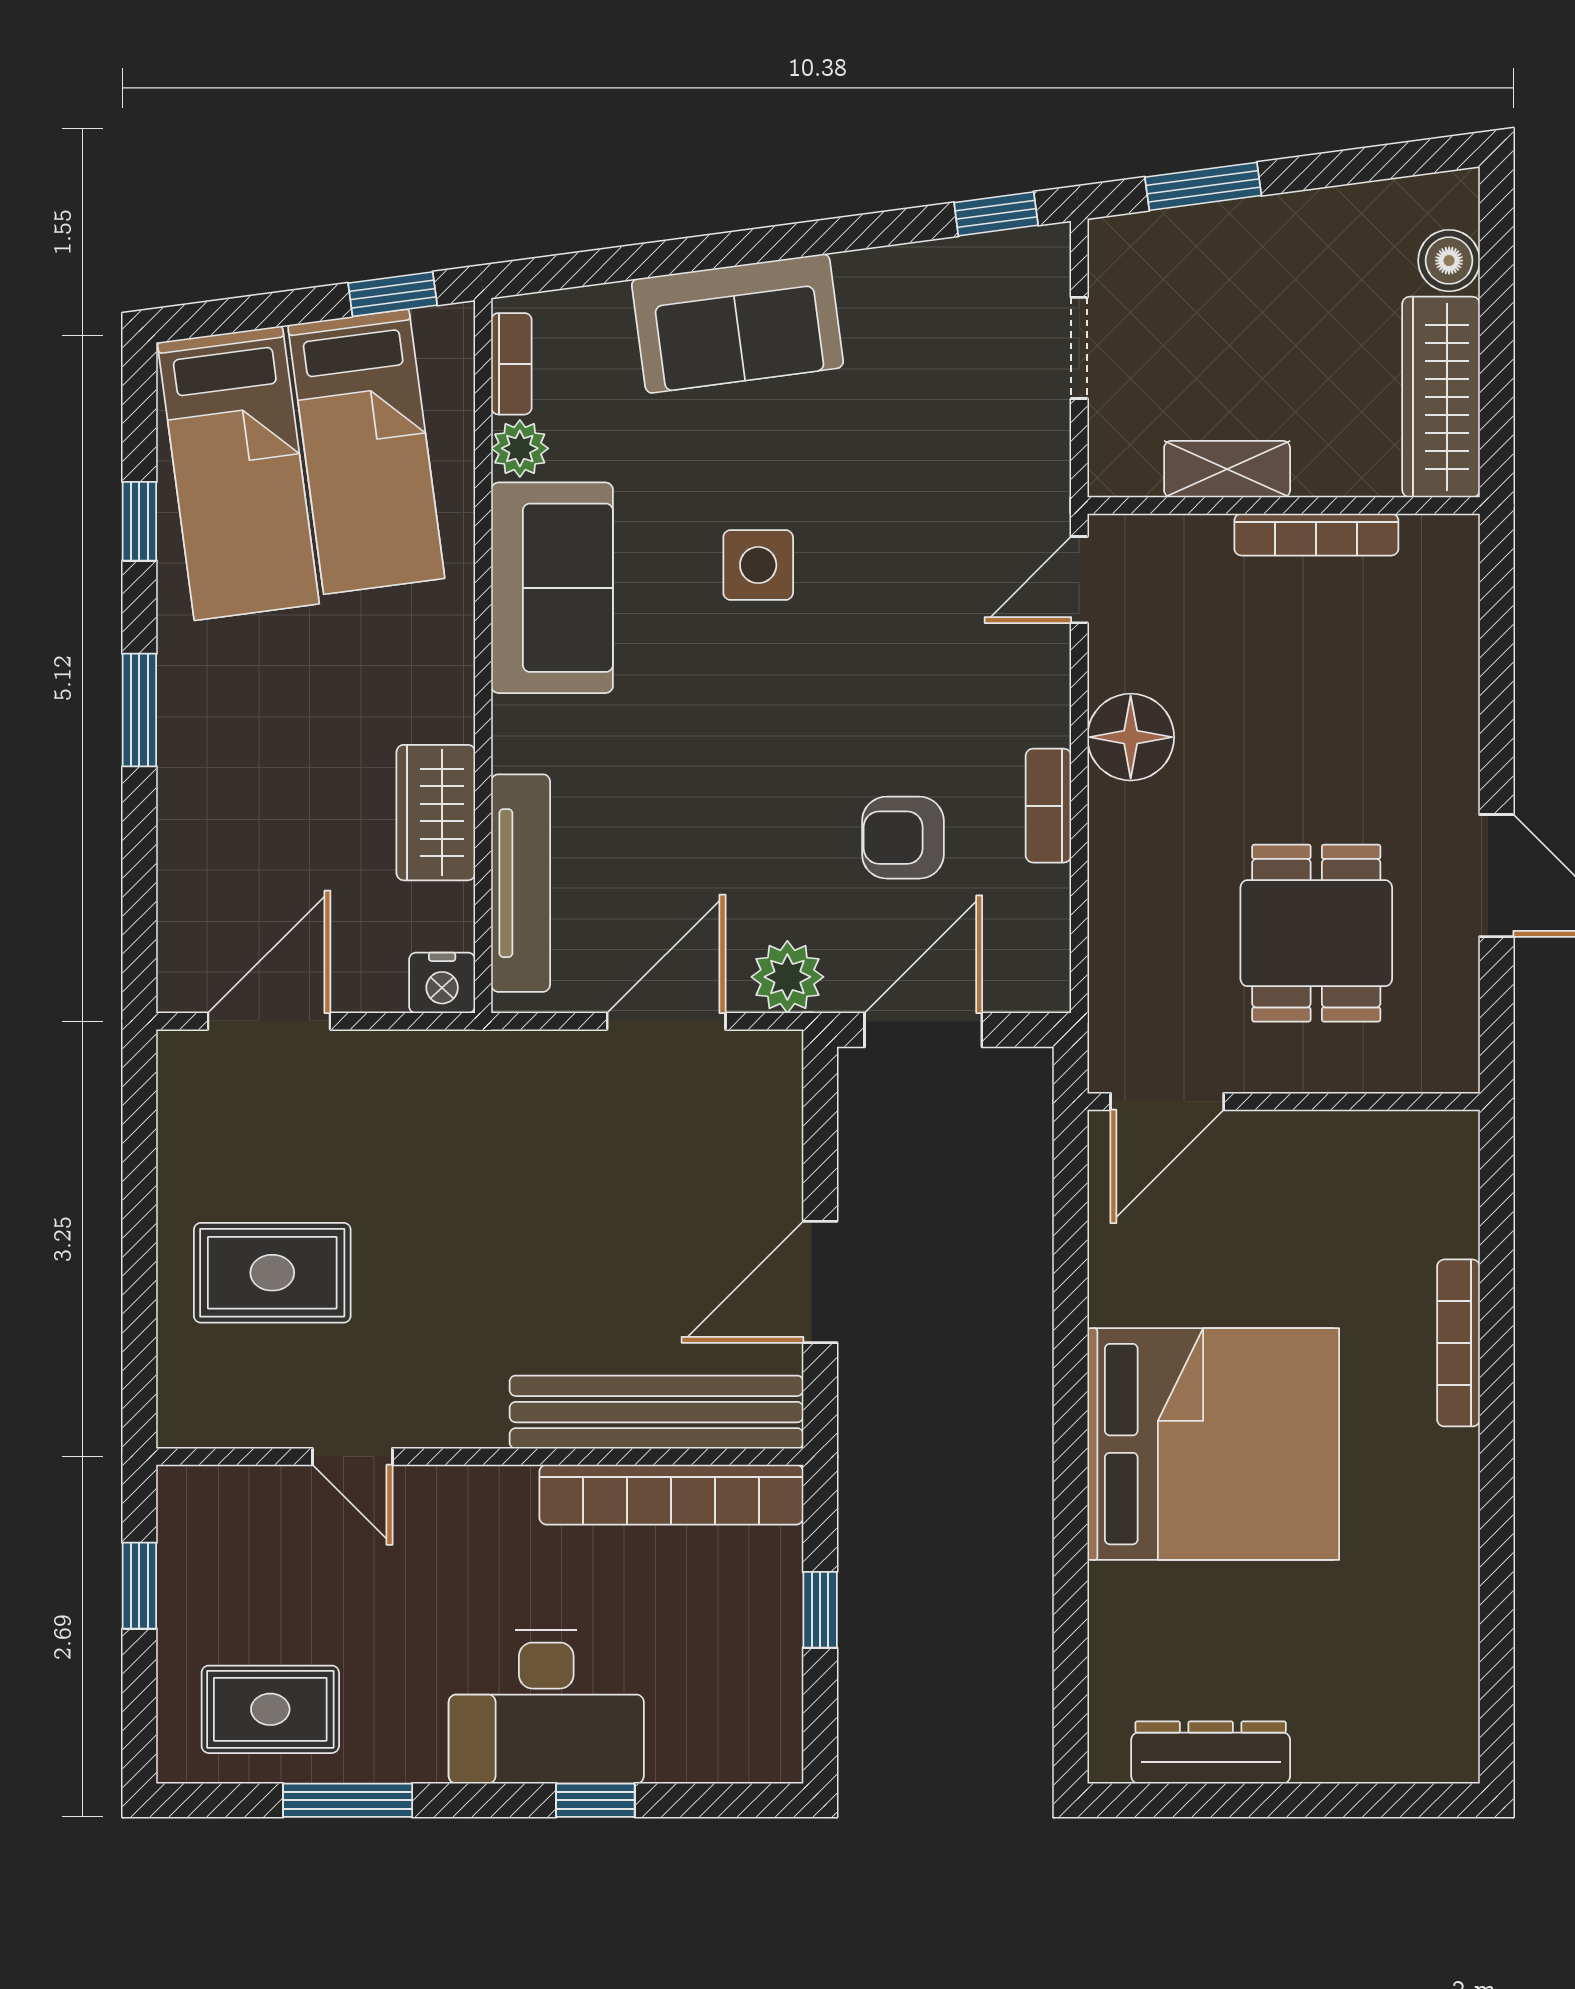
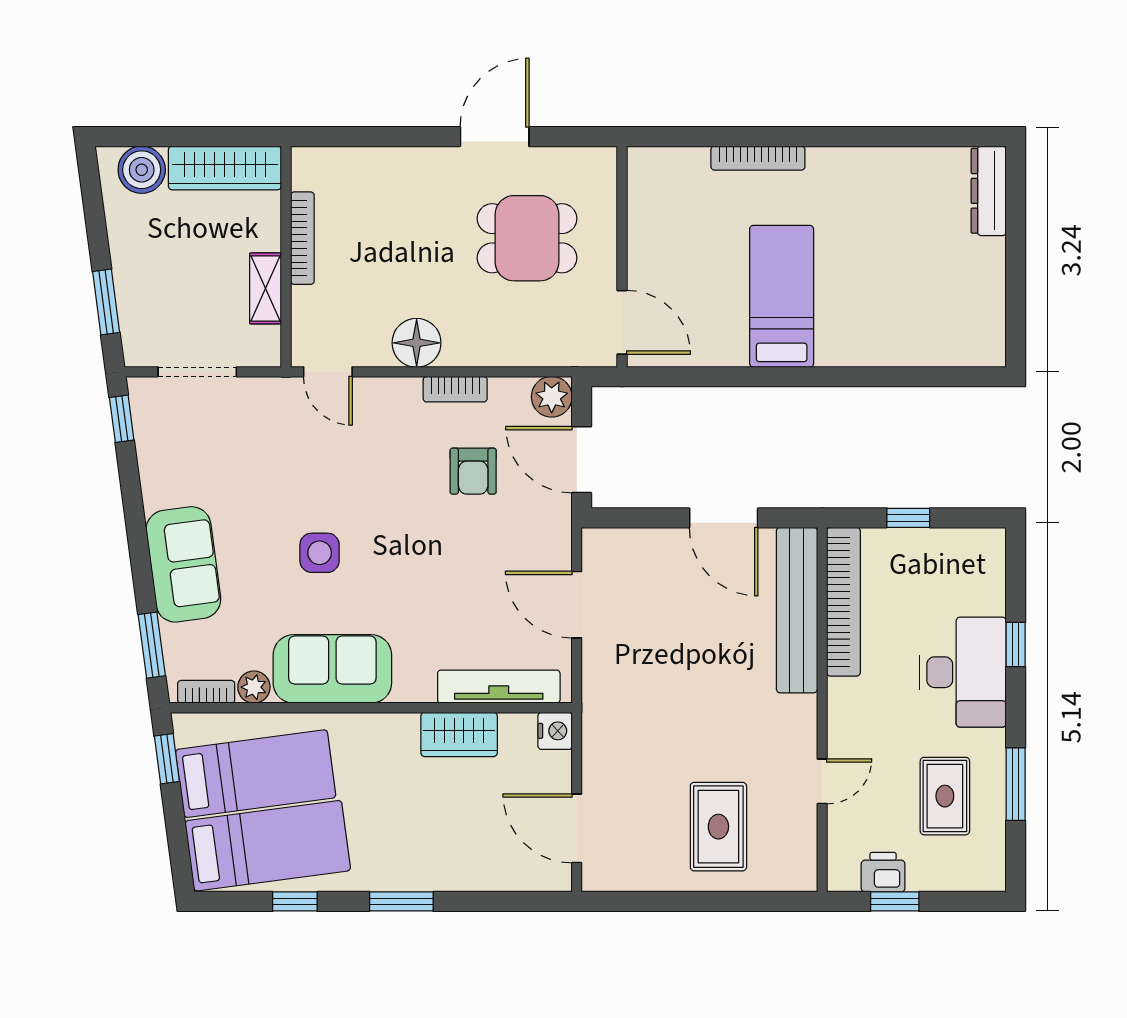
boiler: (1449, 261) -> (142, 170), width x1.36, depth x1.36
window: (594, 267) -> (152, 645), added
doorway: (1079, 348) -> (197, 372), width x1.38
plant: (787, 977) -> (552, 397), moved
bed: (1213, 1444) -> (782, 296), width x0.49
printer: (191, 1565) -> (883, 872), added
rug: (270, 1709) -> (945, 796), moved
dresser: (1211, 1752) -> (989, 191), moved

